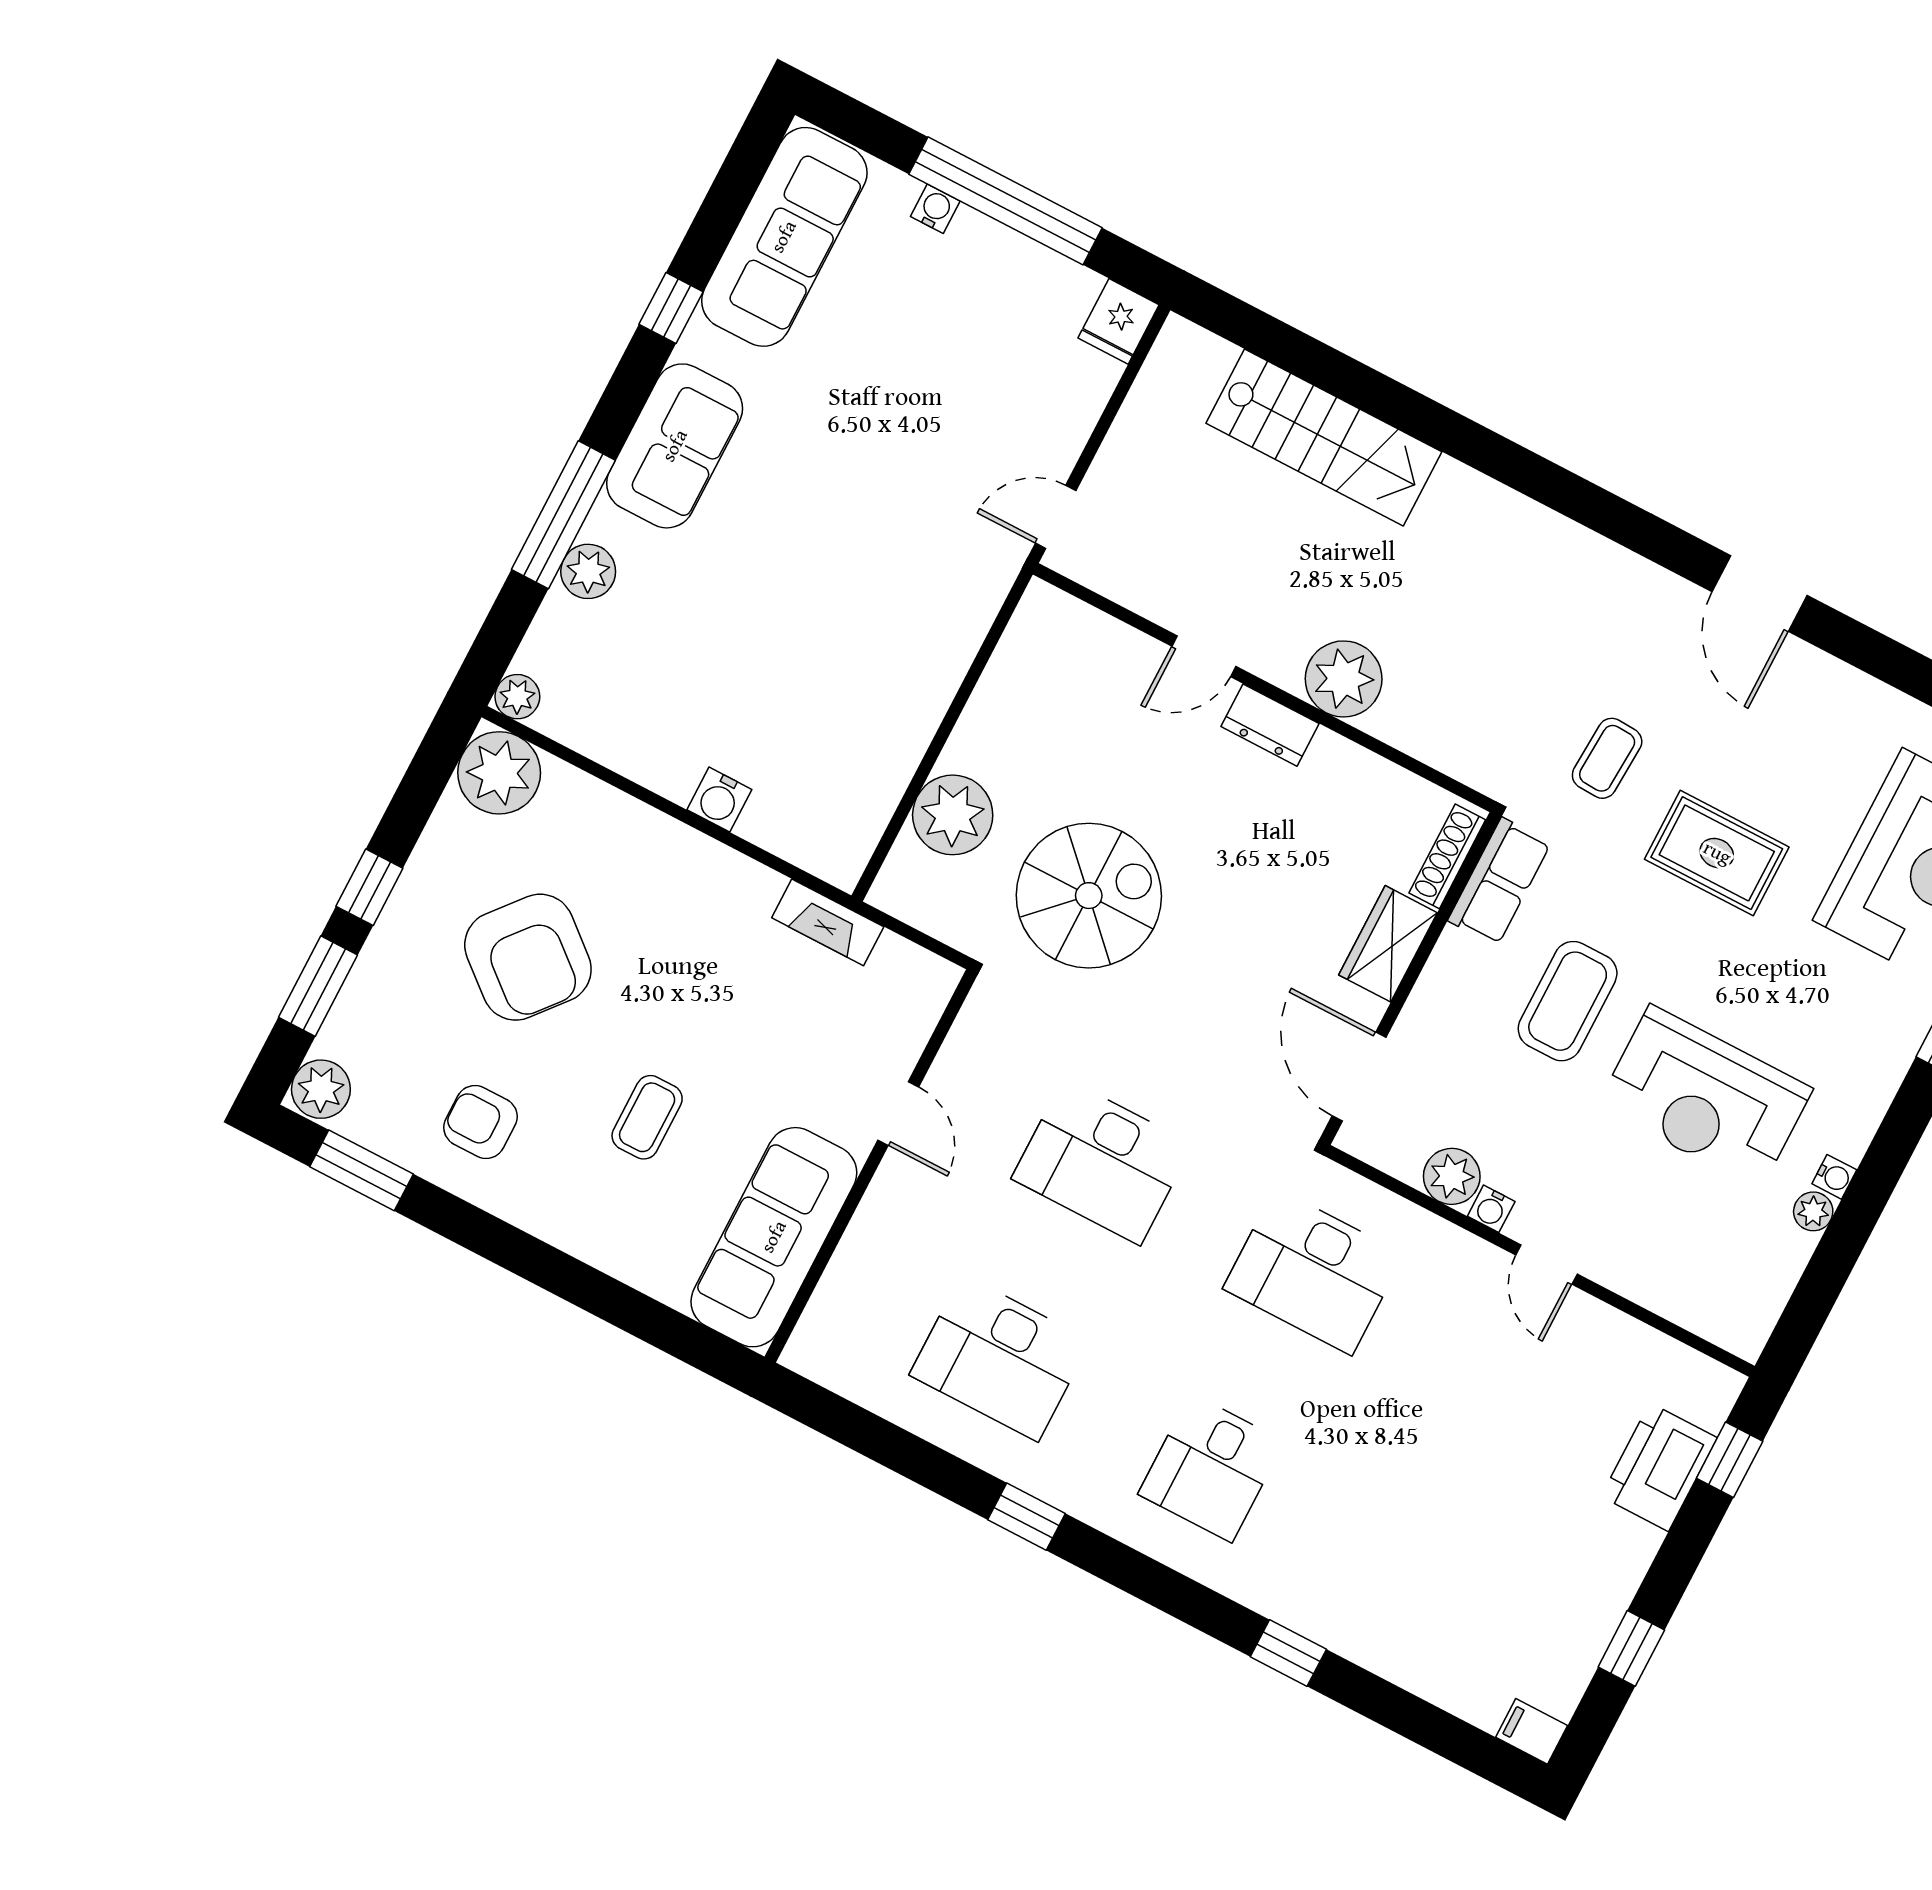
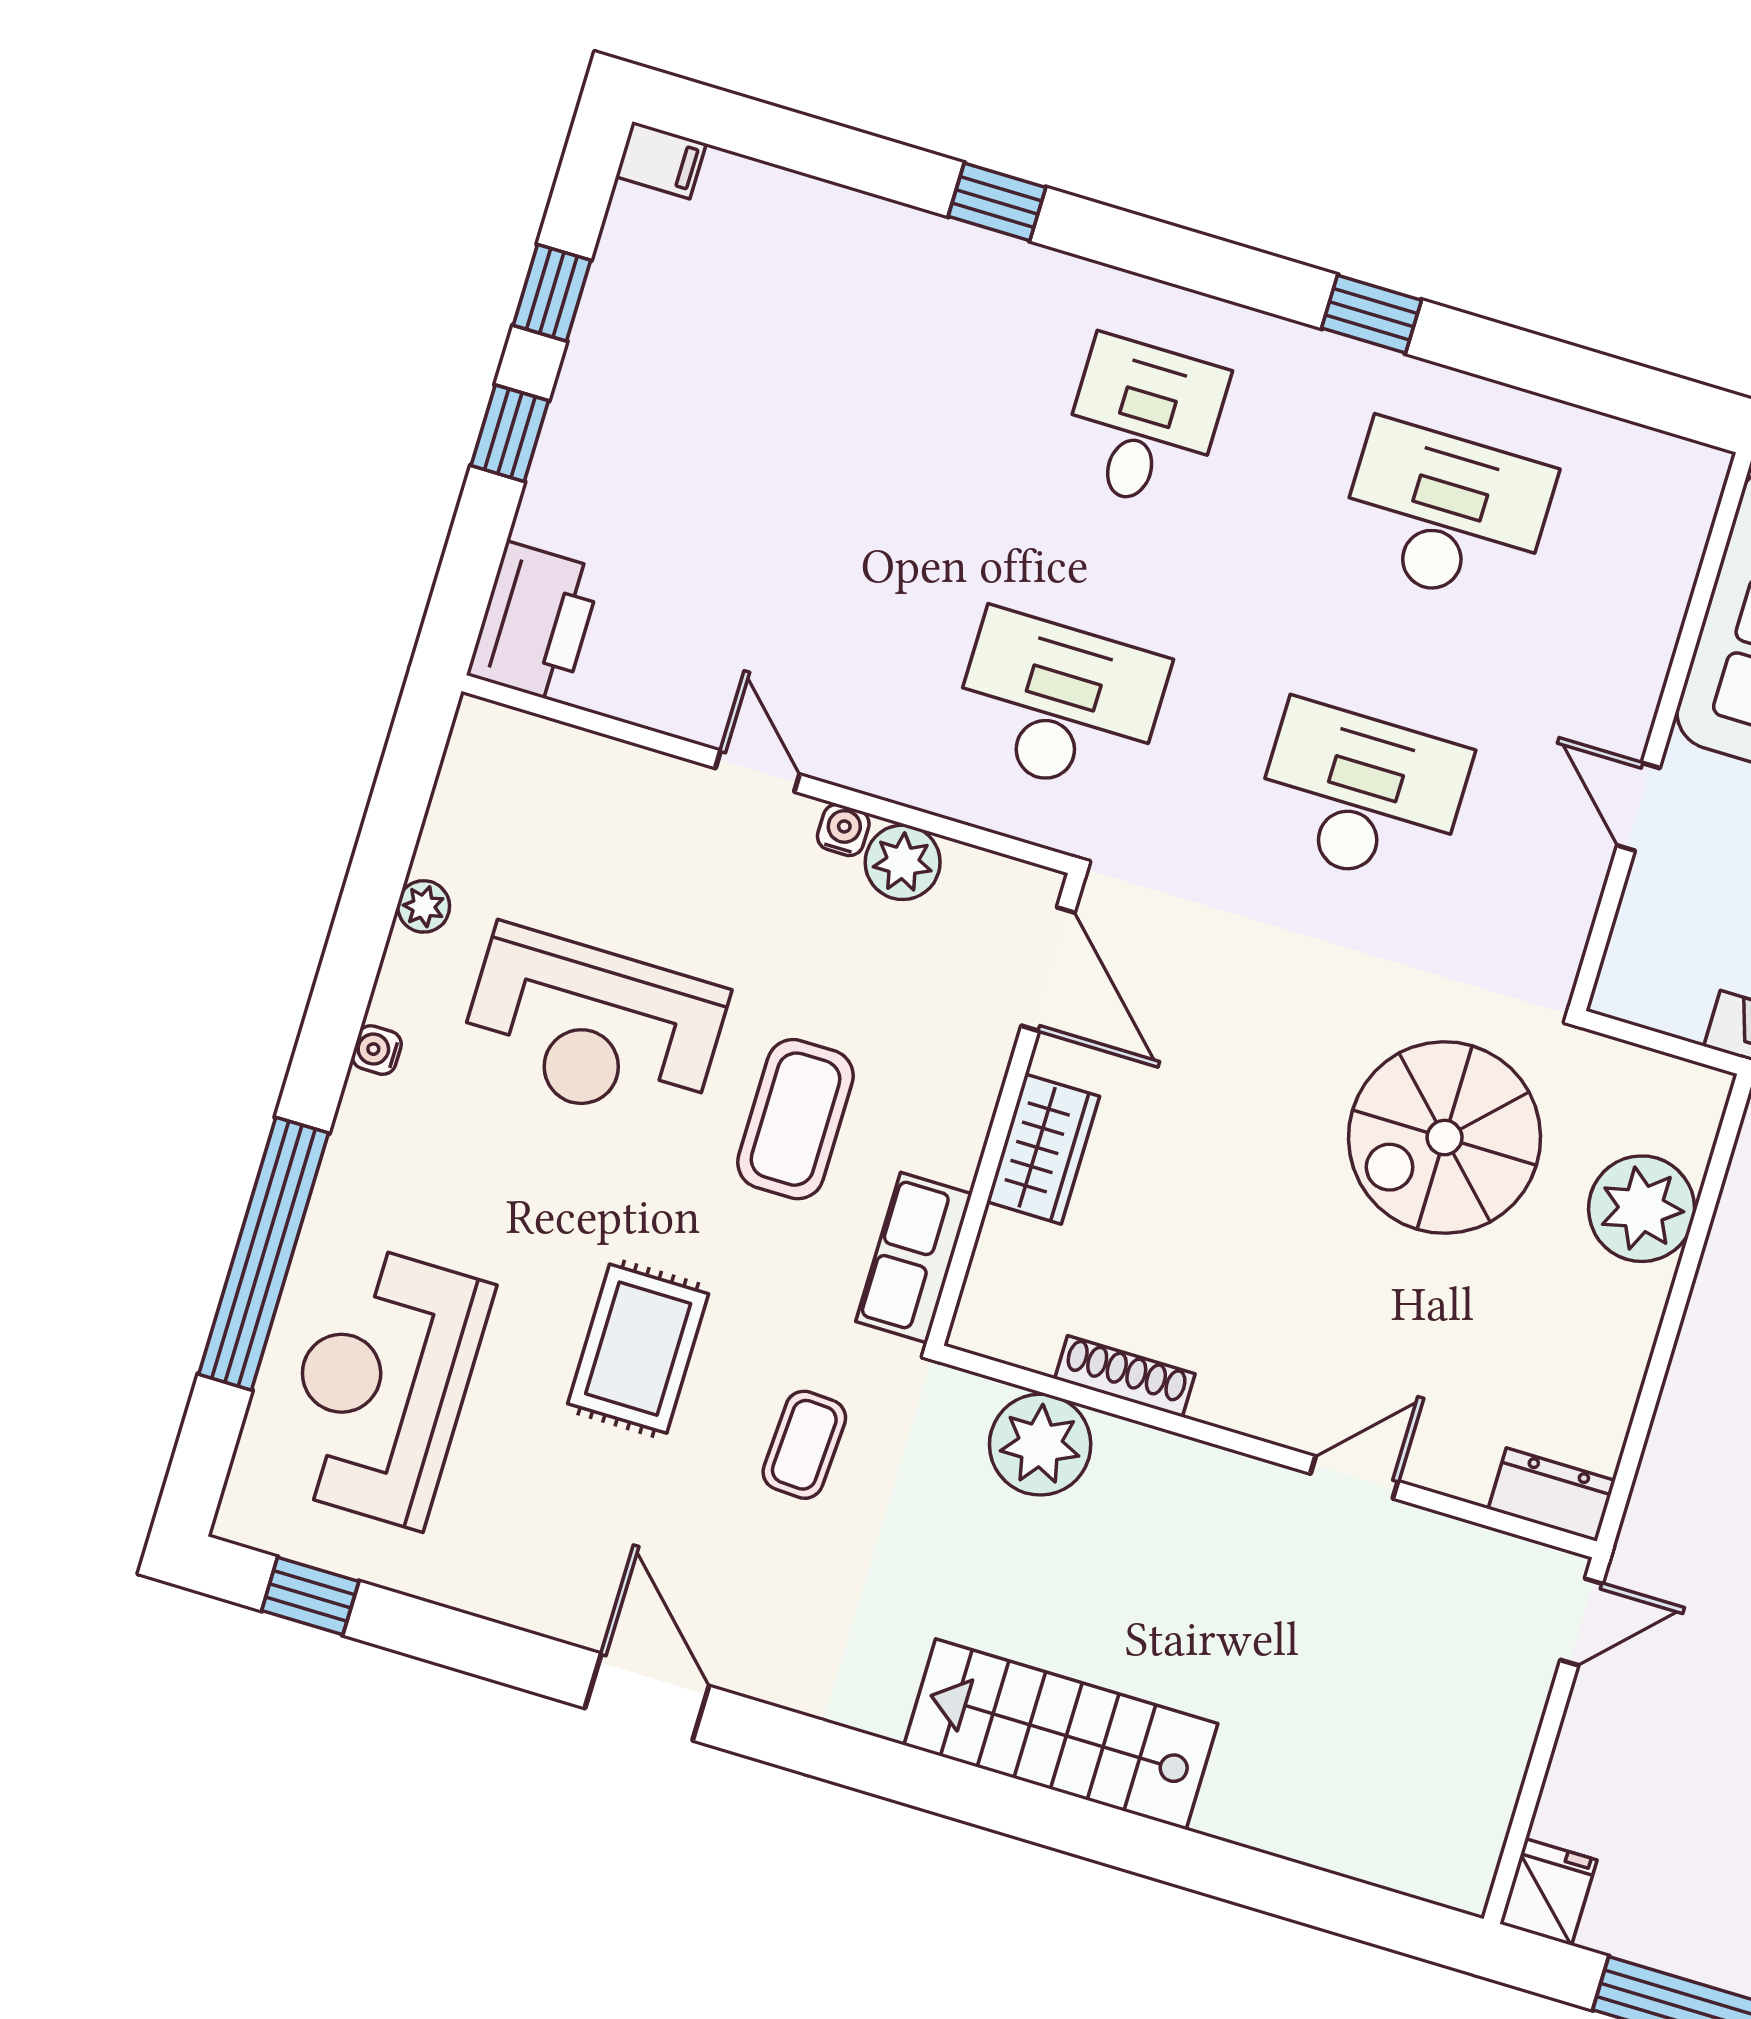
stairs: (1324, 438) -> (1061, 1734), moved
plant: (1344, 679) -> (1040, 1445), moved
dresser: (1270, 725) -> (1552, 1495), moved
rug: (1717, 853) -> (638, 1349), turned 90
shoe rack: (1447, 856) -> (1125, 1376), moved, turned -90
reception desk: (1705, 1097) -> (593, 1028), turned 180
water cooler: (1834, 1177) -> (377, 1050), moved
window: (1730, 1460) -> (510, 433), moved
printer: (1659, 1467) -> (535, 622), moved

